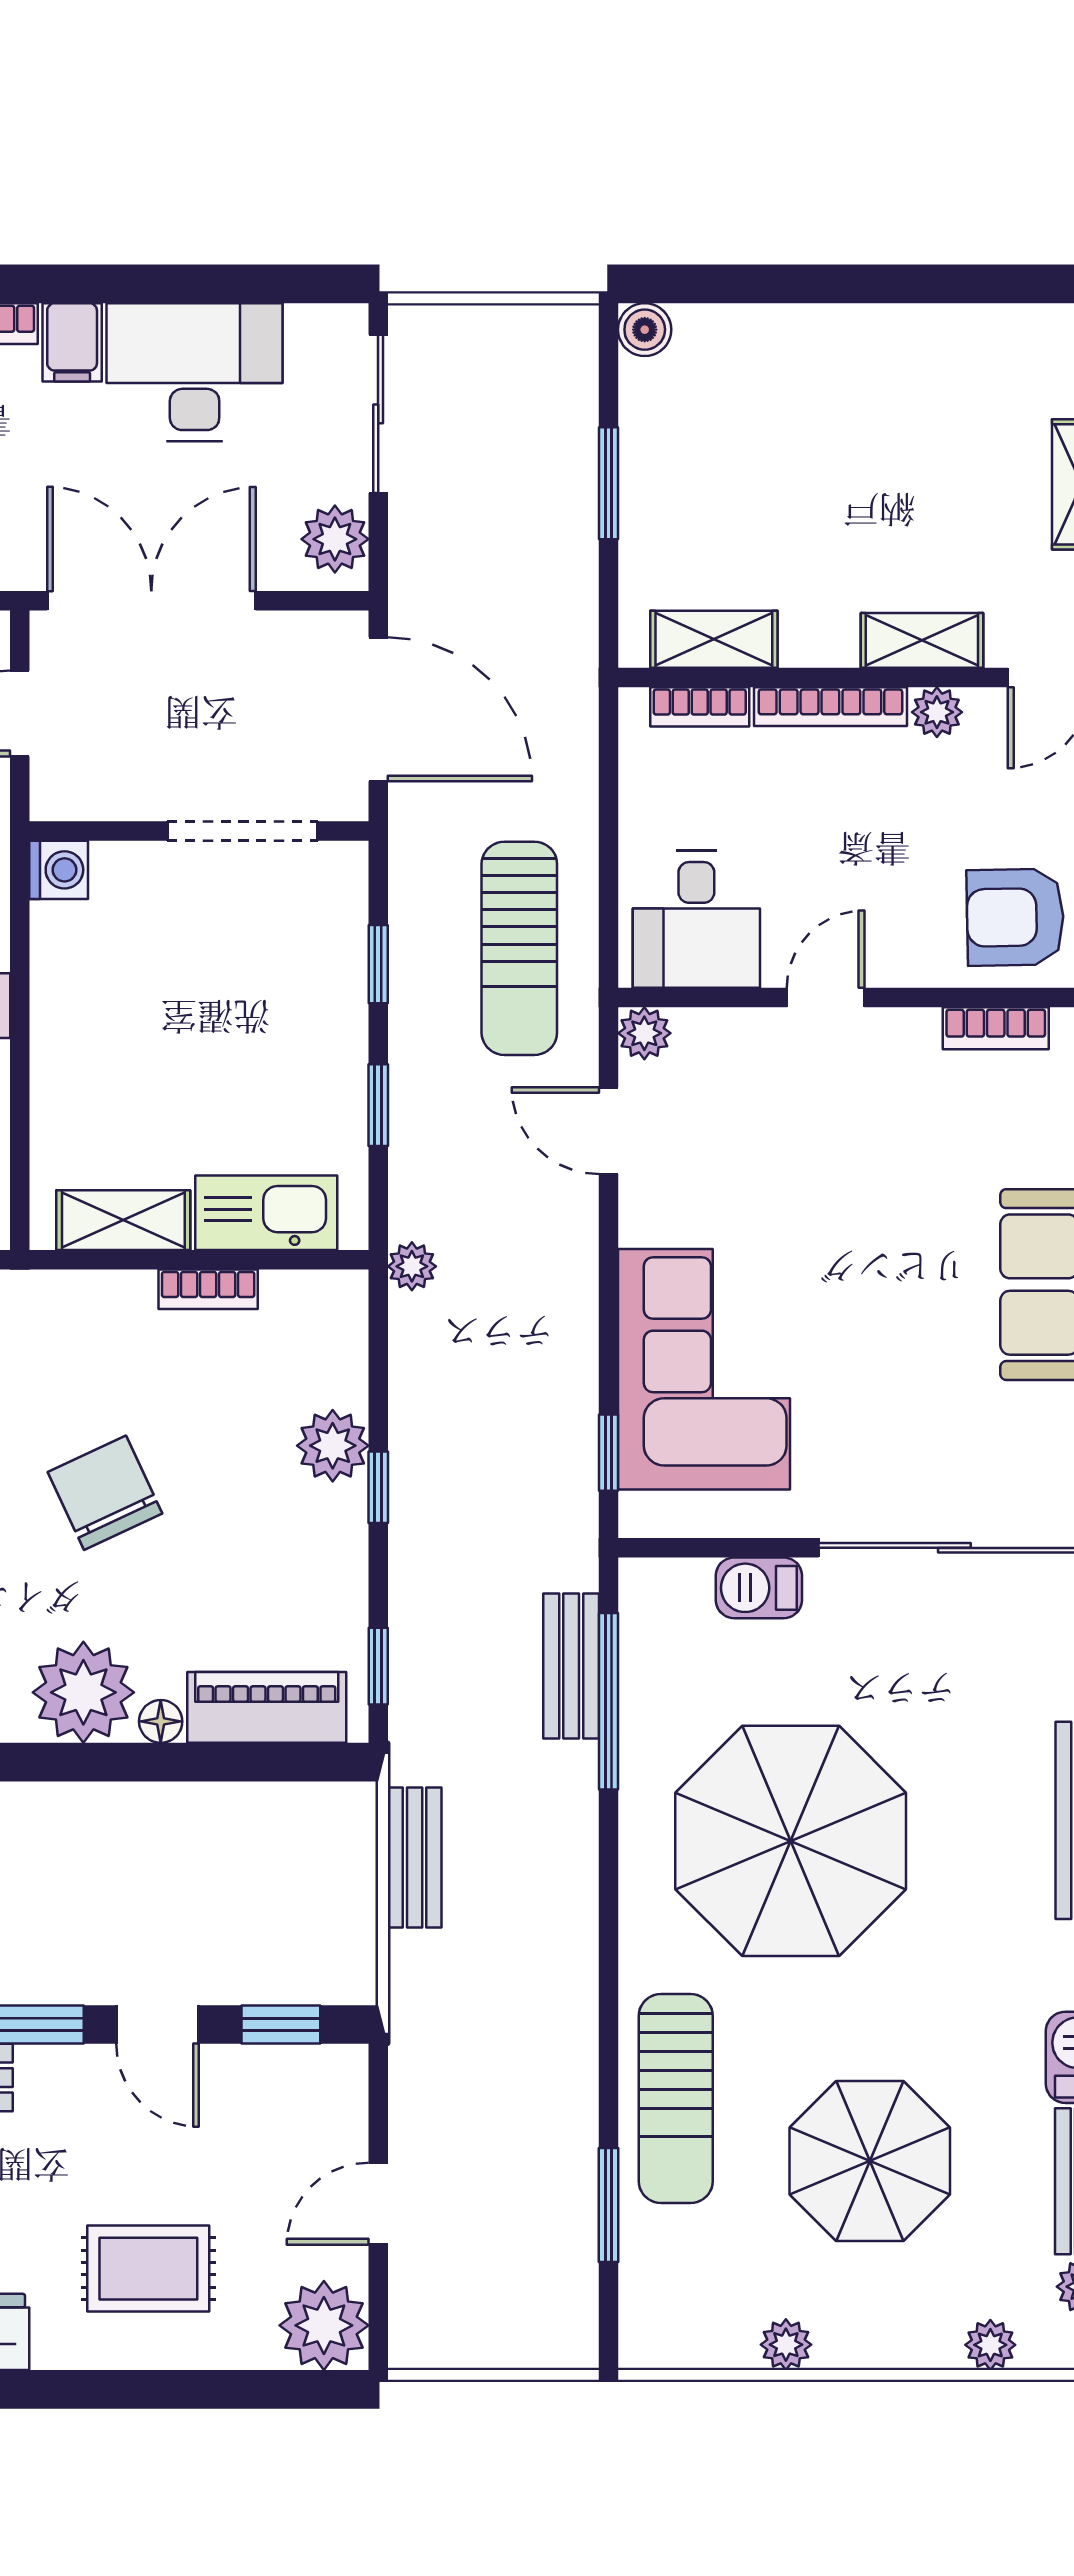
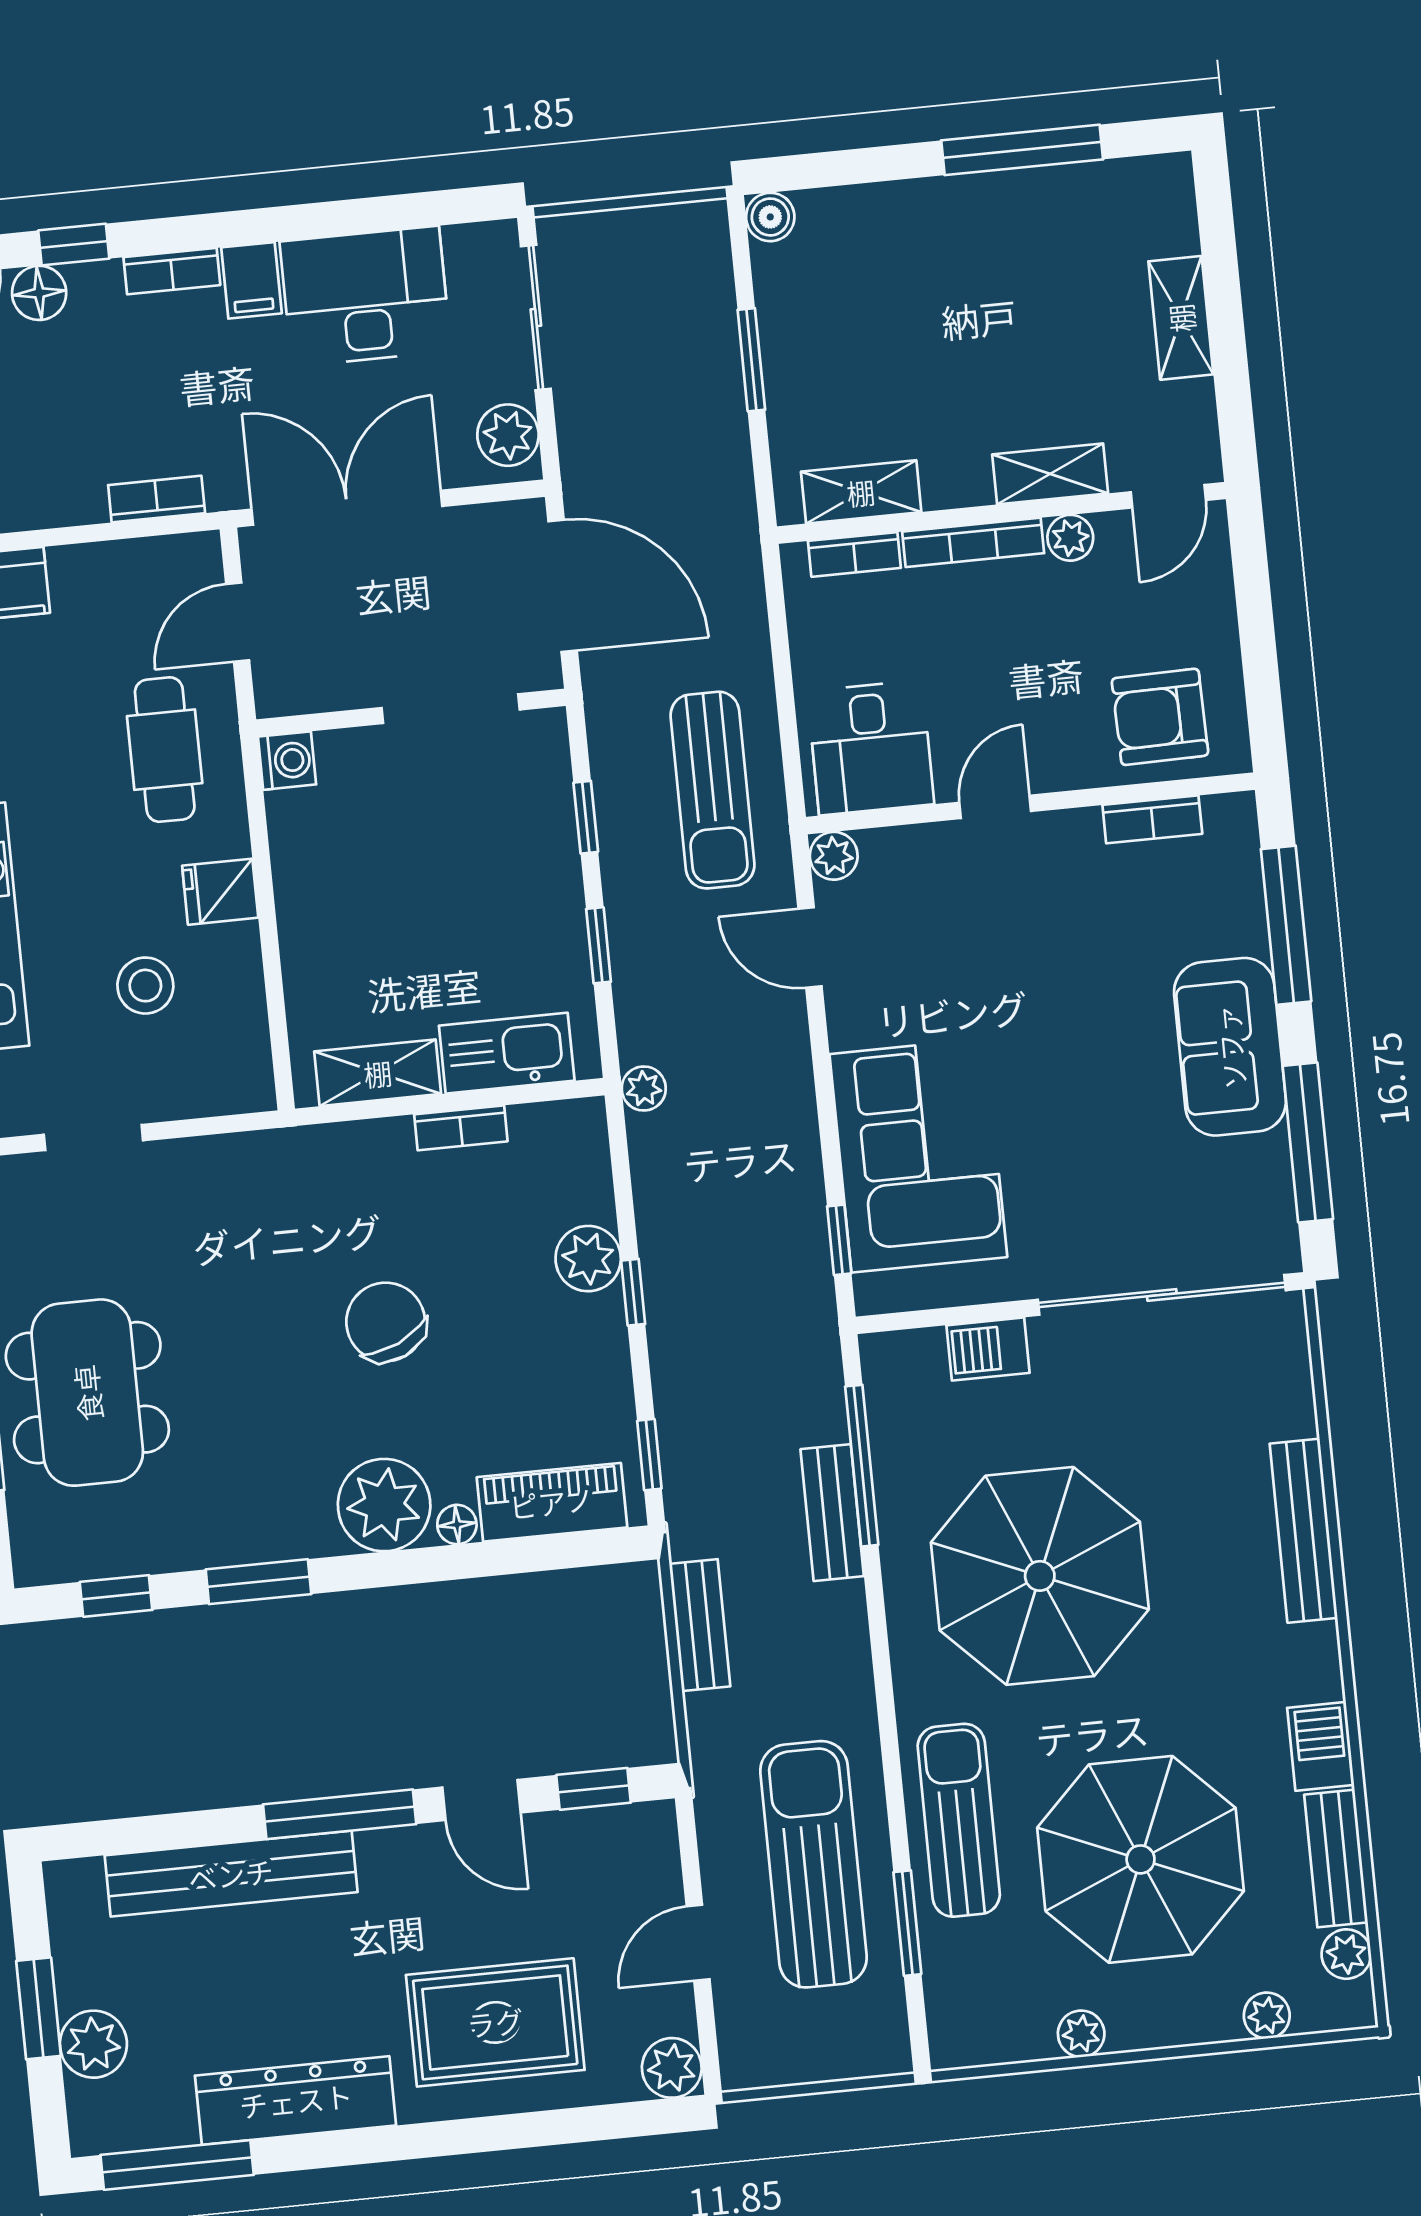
window: (927, 284) -> (1022, 150), added
bench: (571, 1666) -> (832, 1513), moved
sun lounger: (676, 2099) -> (959, 1820), turned 180
sun lounger: (513, 2131) -> (813, 1864), added
parasol: (870, 2161) -> (1141, 1859), width x1.36, depth x1.36
rug: (148, 2269) -> (495, 2022), width x1.36, depth x1.43
plant: (324, 2325) -> (672, 2068), width x0.73, depth x0.73

